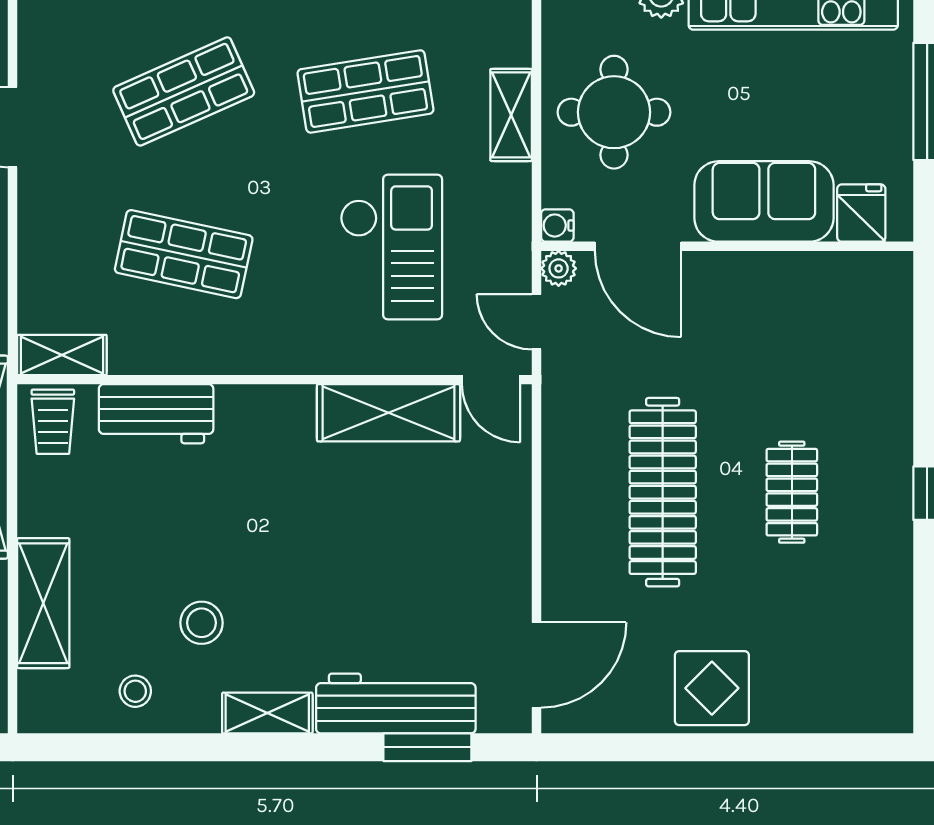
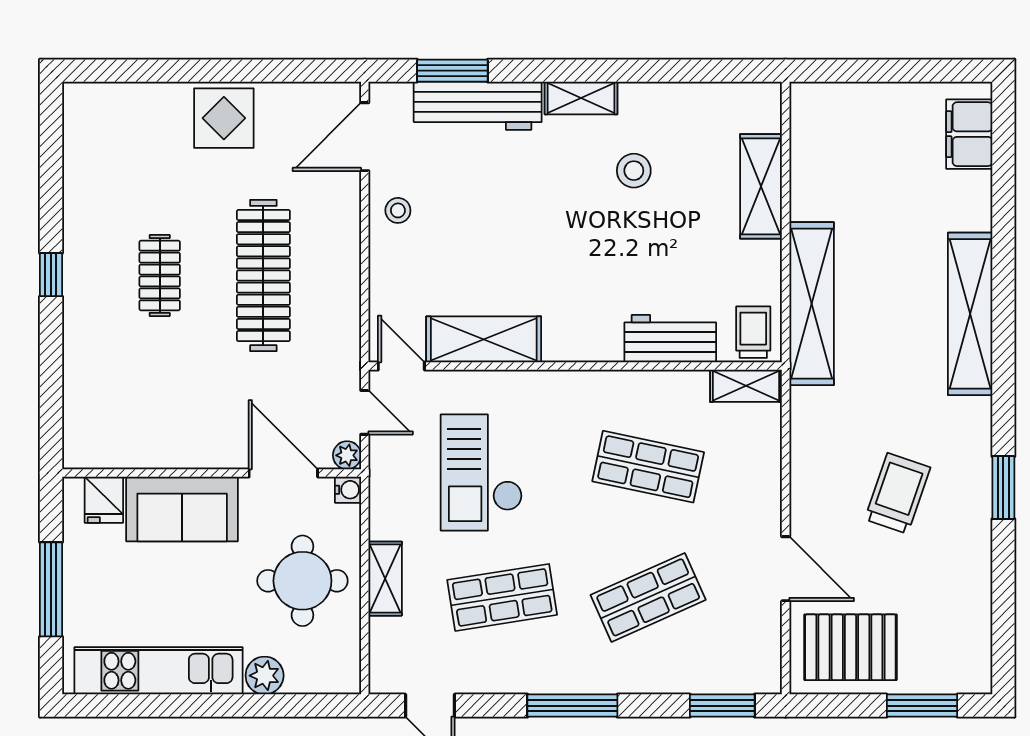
stool: (135, 691) -> (398, 210), moved

